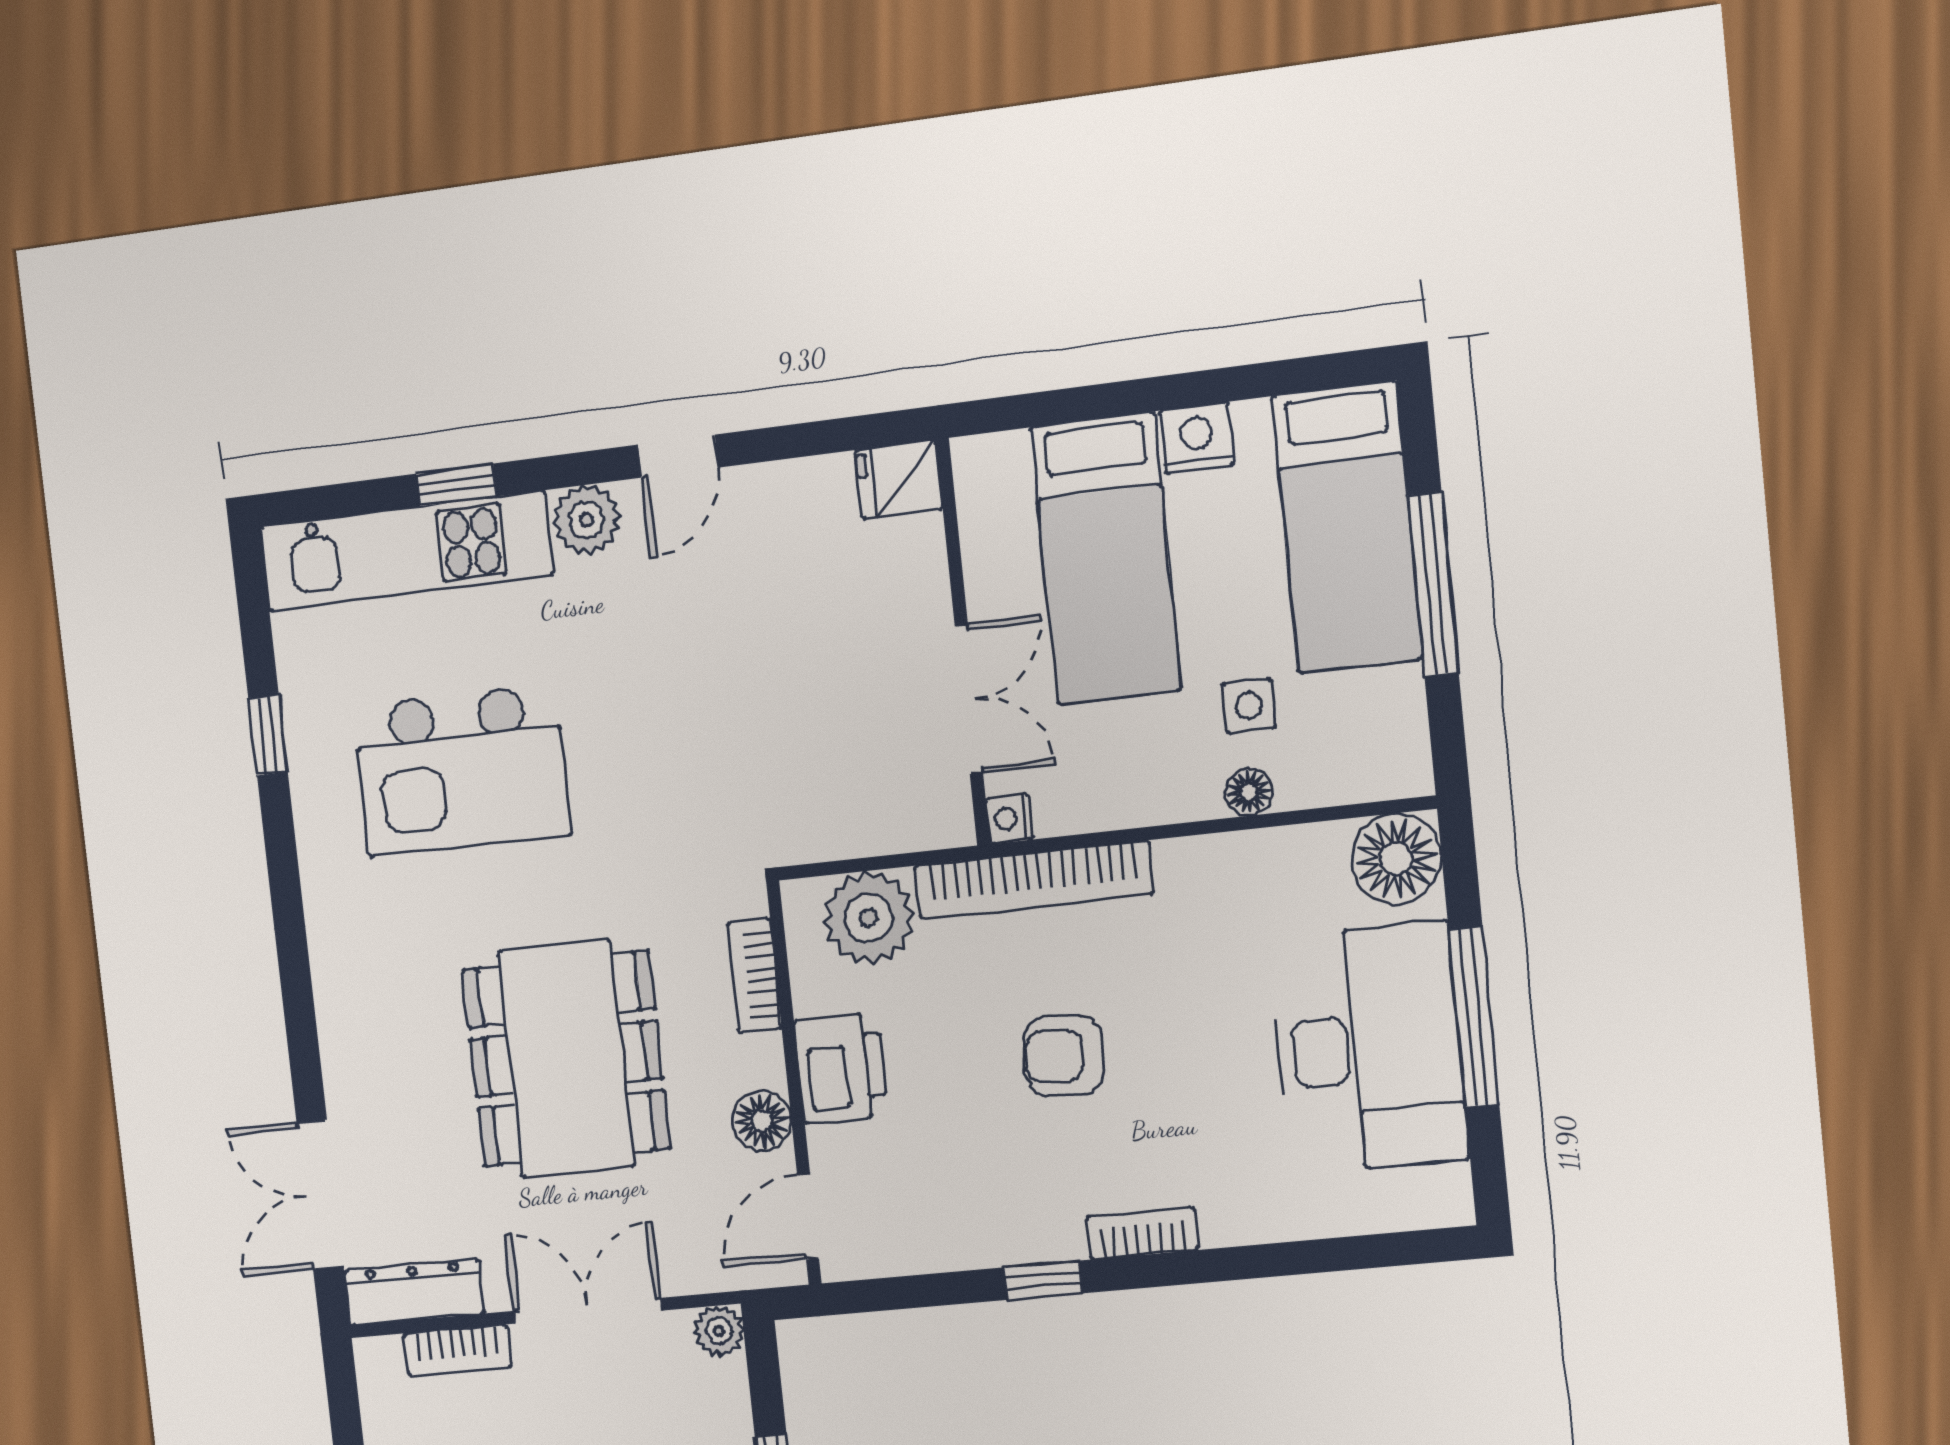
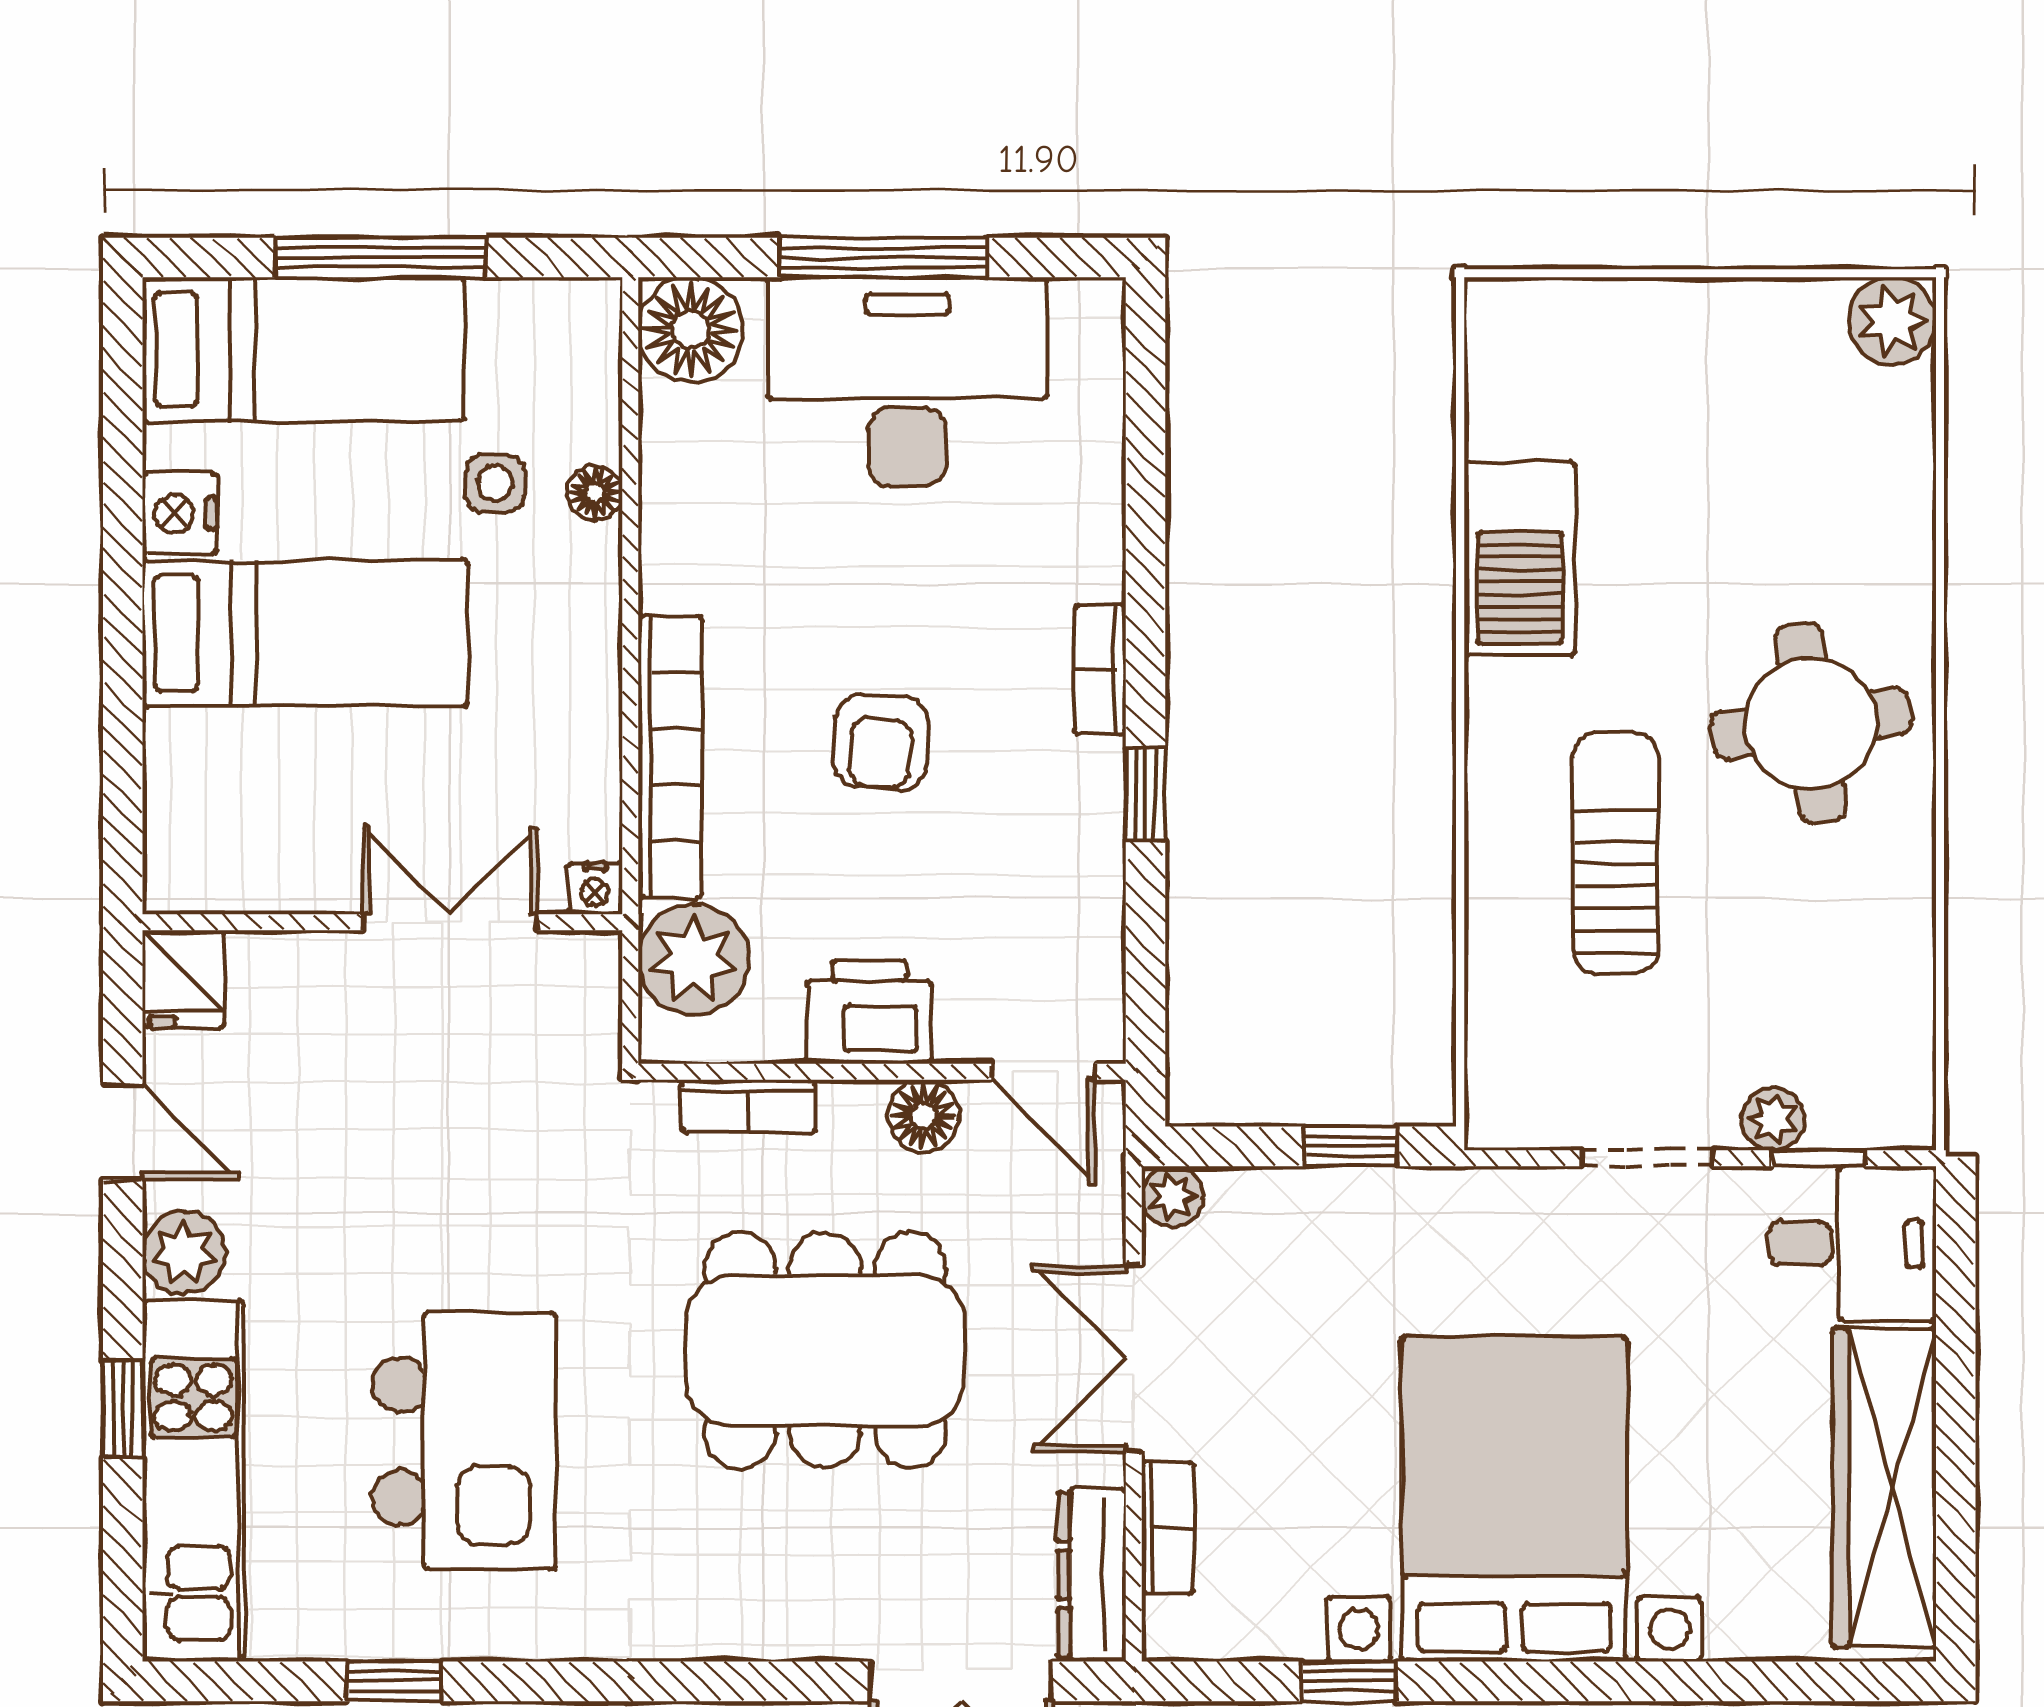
fridge: (899, 480) -> (183, 979), moved
wall: (963, 642) -> (382, 922), moved
double door: (969, 700) -> (450, 922), moved
nightstand: (1009, 819) -> (595, 889), moved

